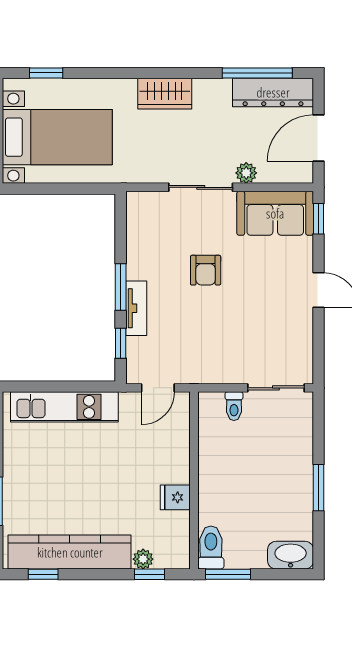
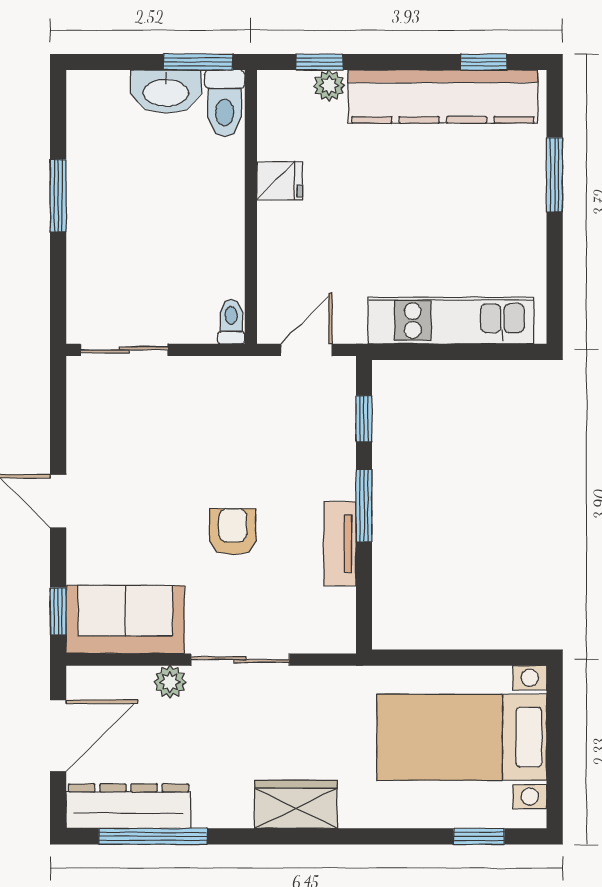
tv unit: (136, 308) -> (340, 544), moved
toilet: (234, 406) -> (231, 322), moved
washbasin: (291, 555) -> (166, 92), moved

